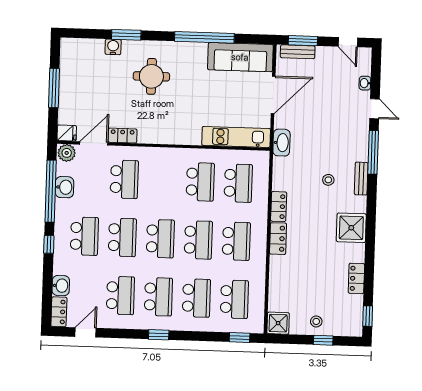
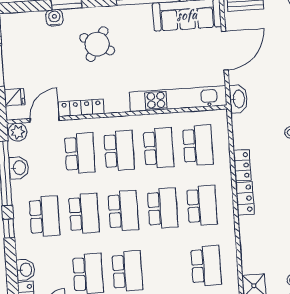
round table: (151, 76) -> (97, 44), turned 30
fridge: (67, 133) -> (15, 97), moved
locker: (123, 136) -> (81, 108), width x1.53
kitchen unit: (236, 137) -> (178, 99), width x1.36
school desk: (196, 298) -> (119, 151), moved

